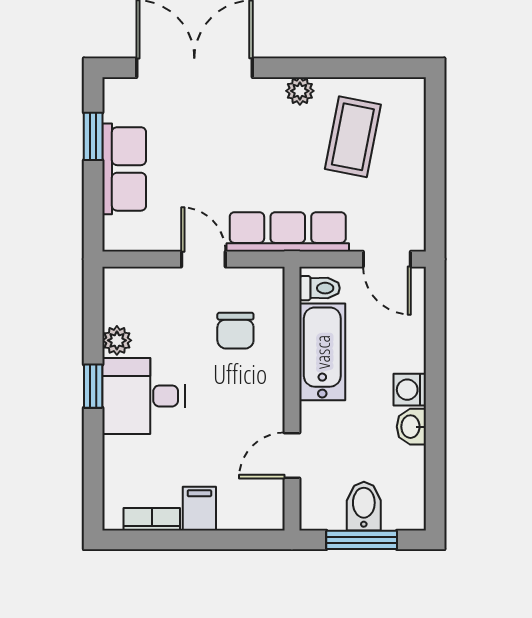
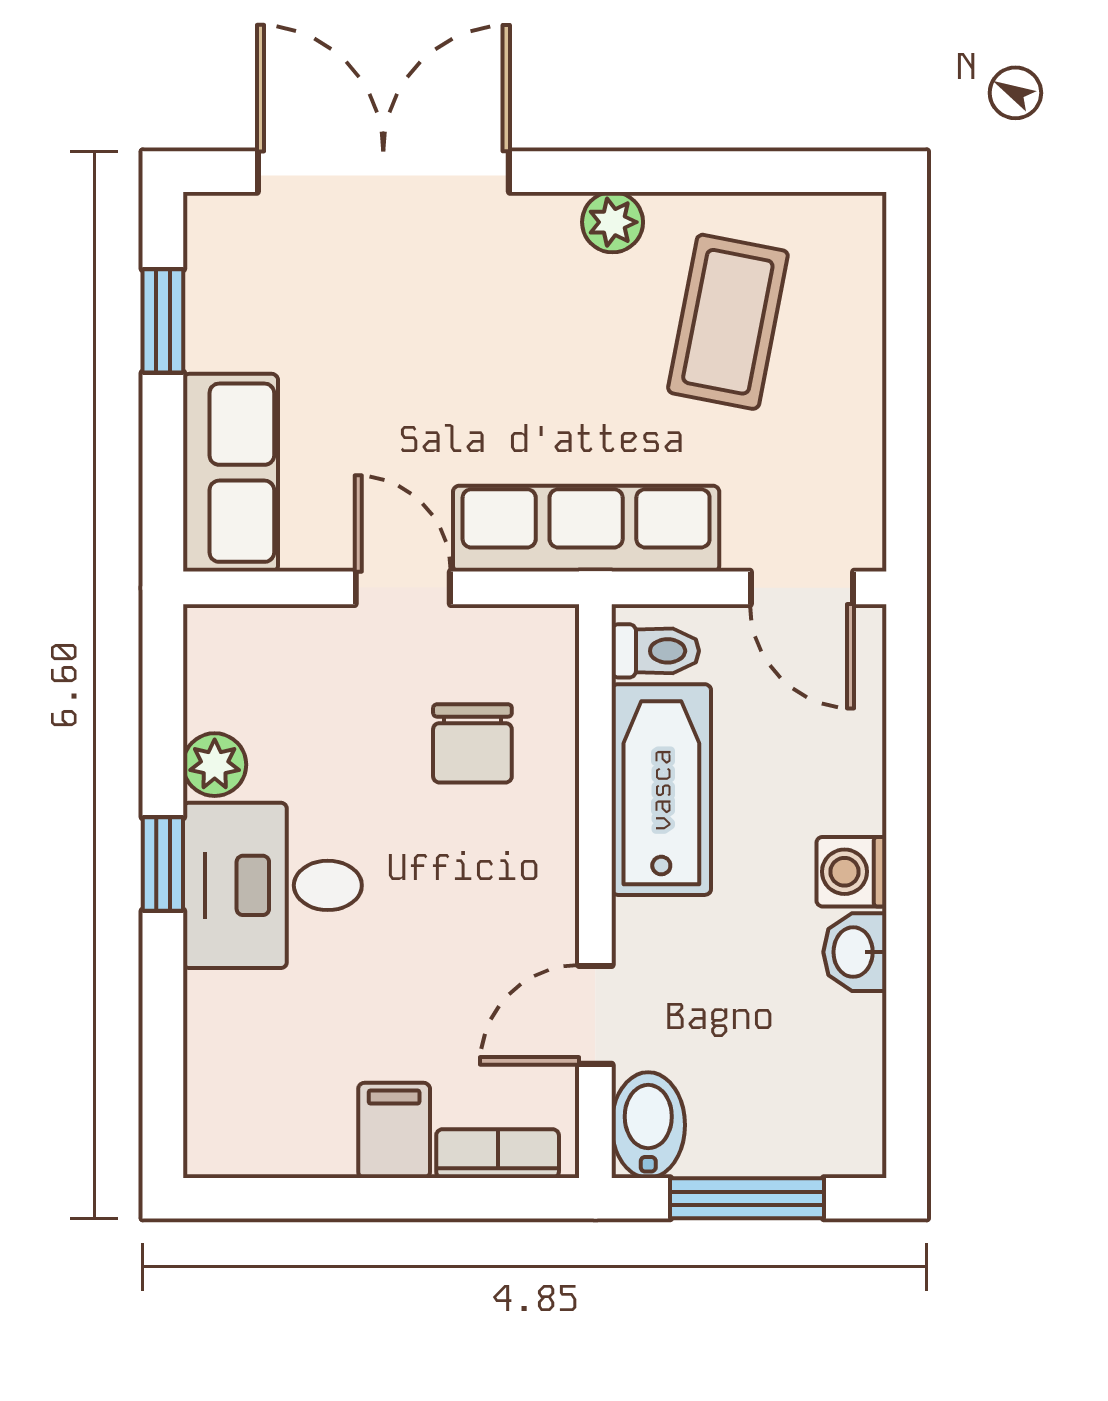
row of seats: (124, 169) -> (230, 473), moved
bidet: (364, 506) -> (648, 1125), moved
bookcase: (152, 519) -> (498, 1154), moved

